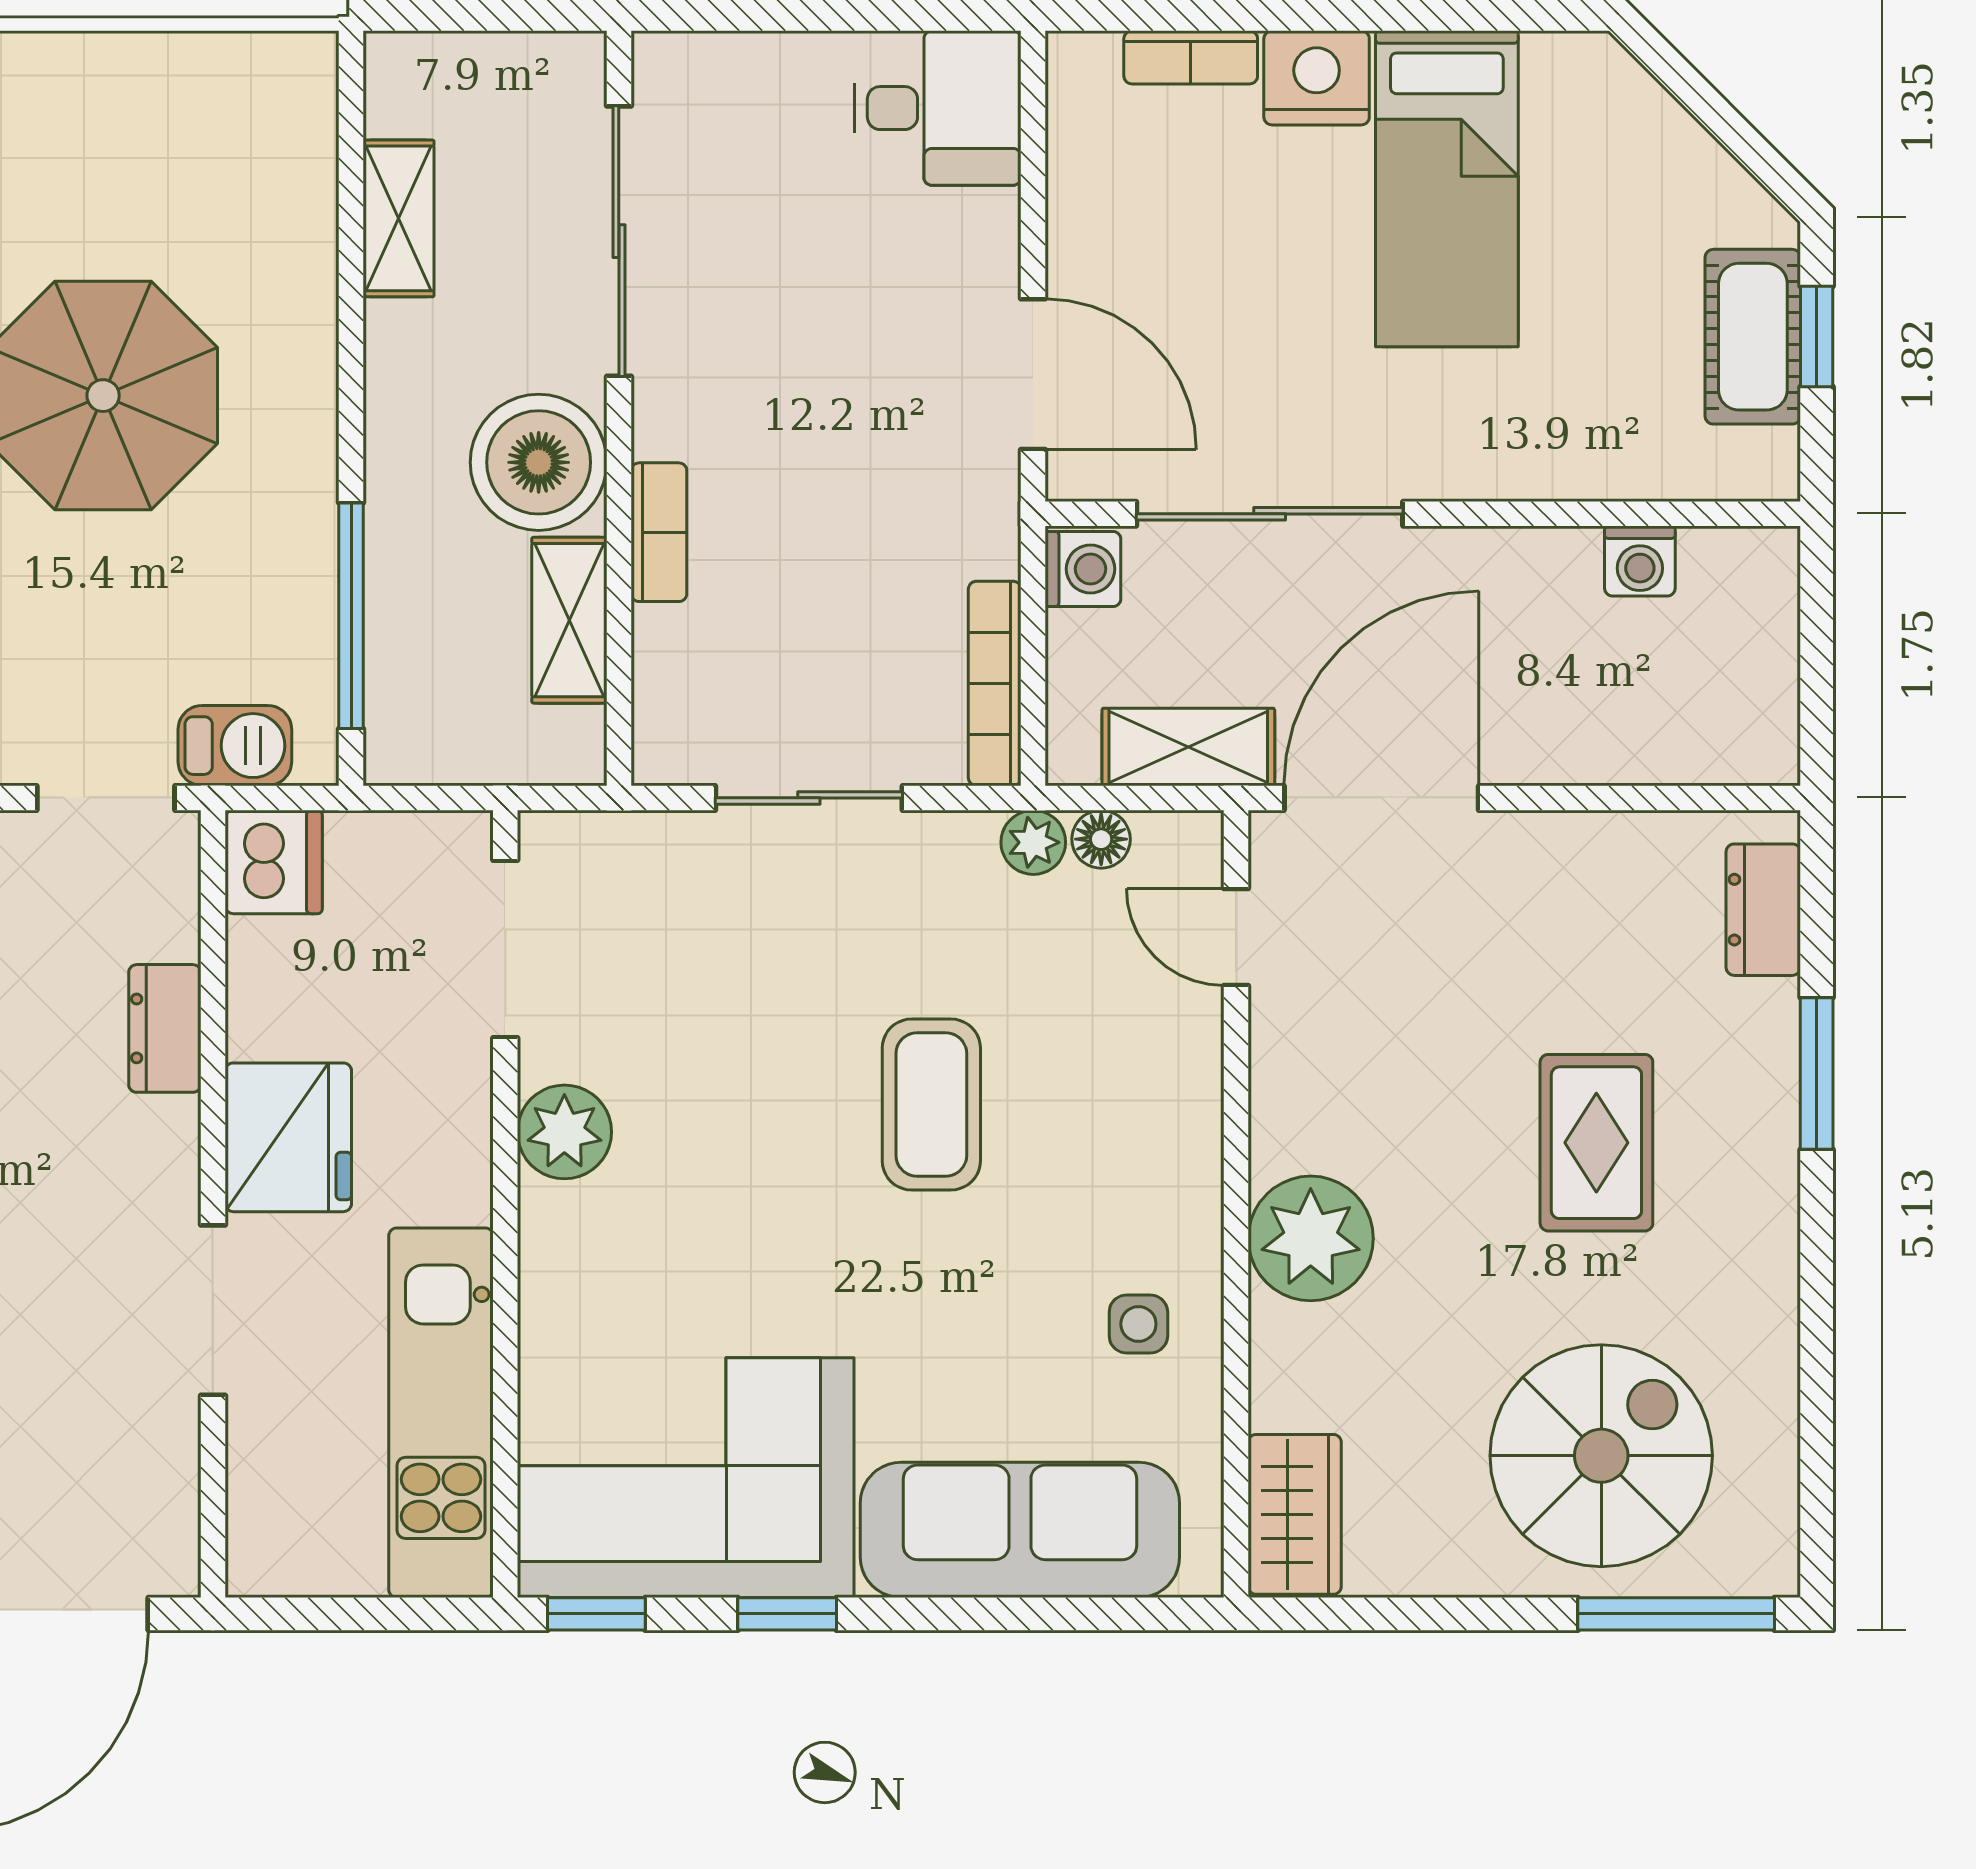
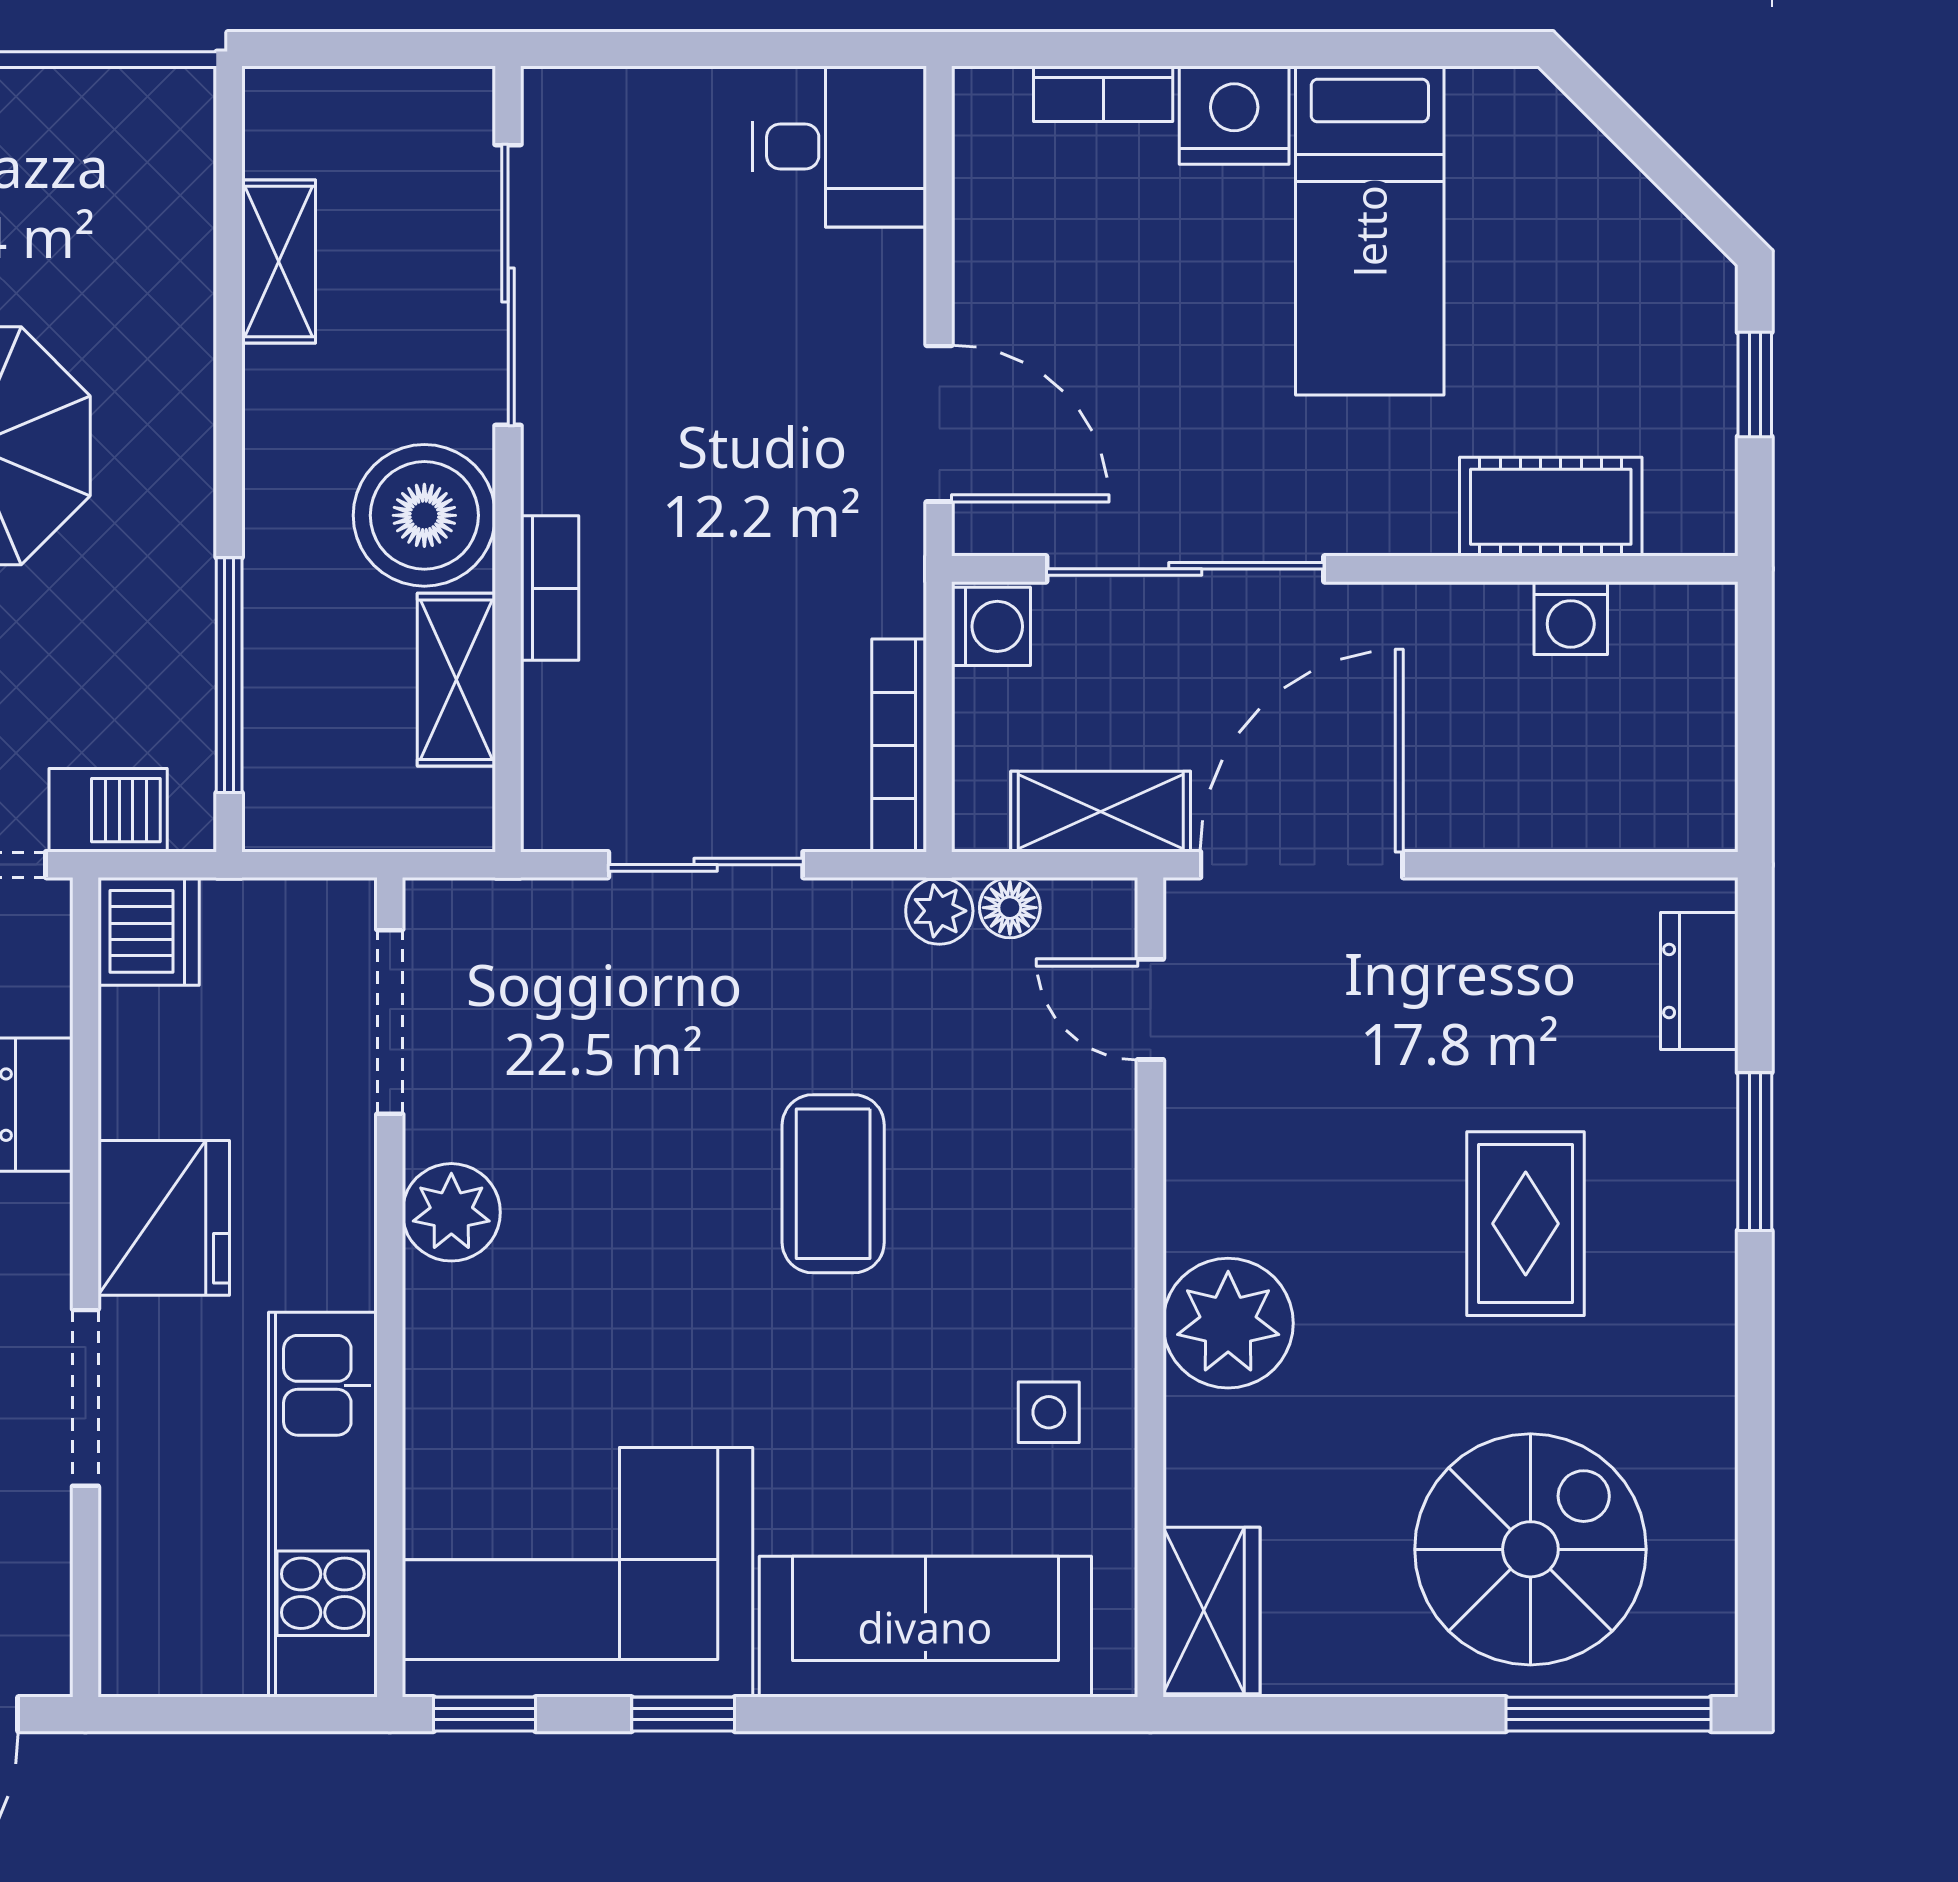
cot: (1753, 337) -> (1551, 507), moved, turned 90

